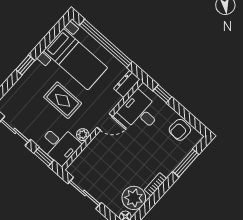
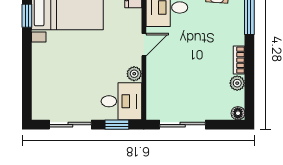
window: (25, 65) -> (27, 16), moved
rug: (63, 100) -> (89, 59), removed
plant: (134, 198) -> (237, 83), width x0.53, depth x0.53

